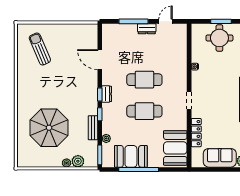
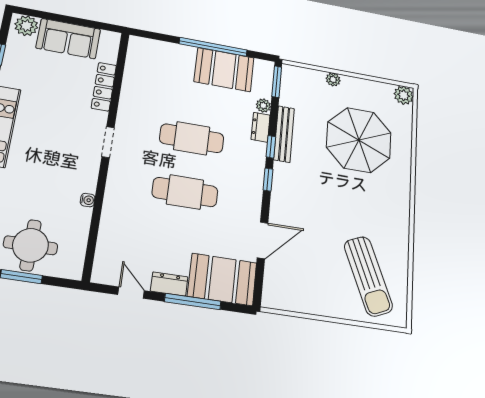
door: (166, 21) -> (131, 293), swing flipped
sun lounger: (40, 49) -> (368, 276), width x1.36, depth x1.34
door: (100, 60) -> (263, 240), hinge flipped
dresser: (107, 94) -> (261, 127), moved
bench: (93, 128) -> (284, 134), width x1.36
booth: (175, 148) -> (222, 279), moved, turned 90
plant: (78, 161) -> (404, 95), moved

